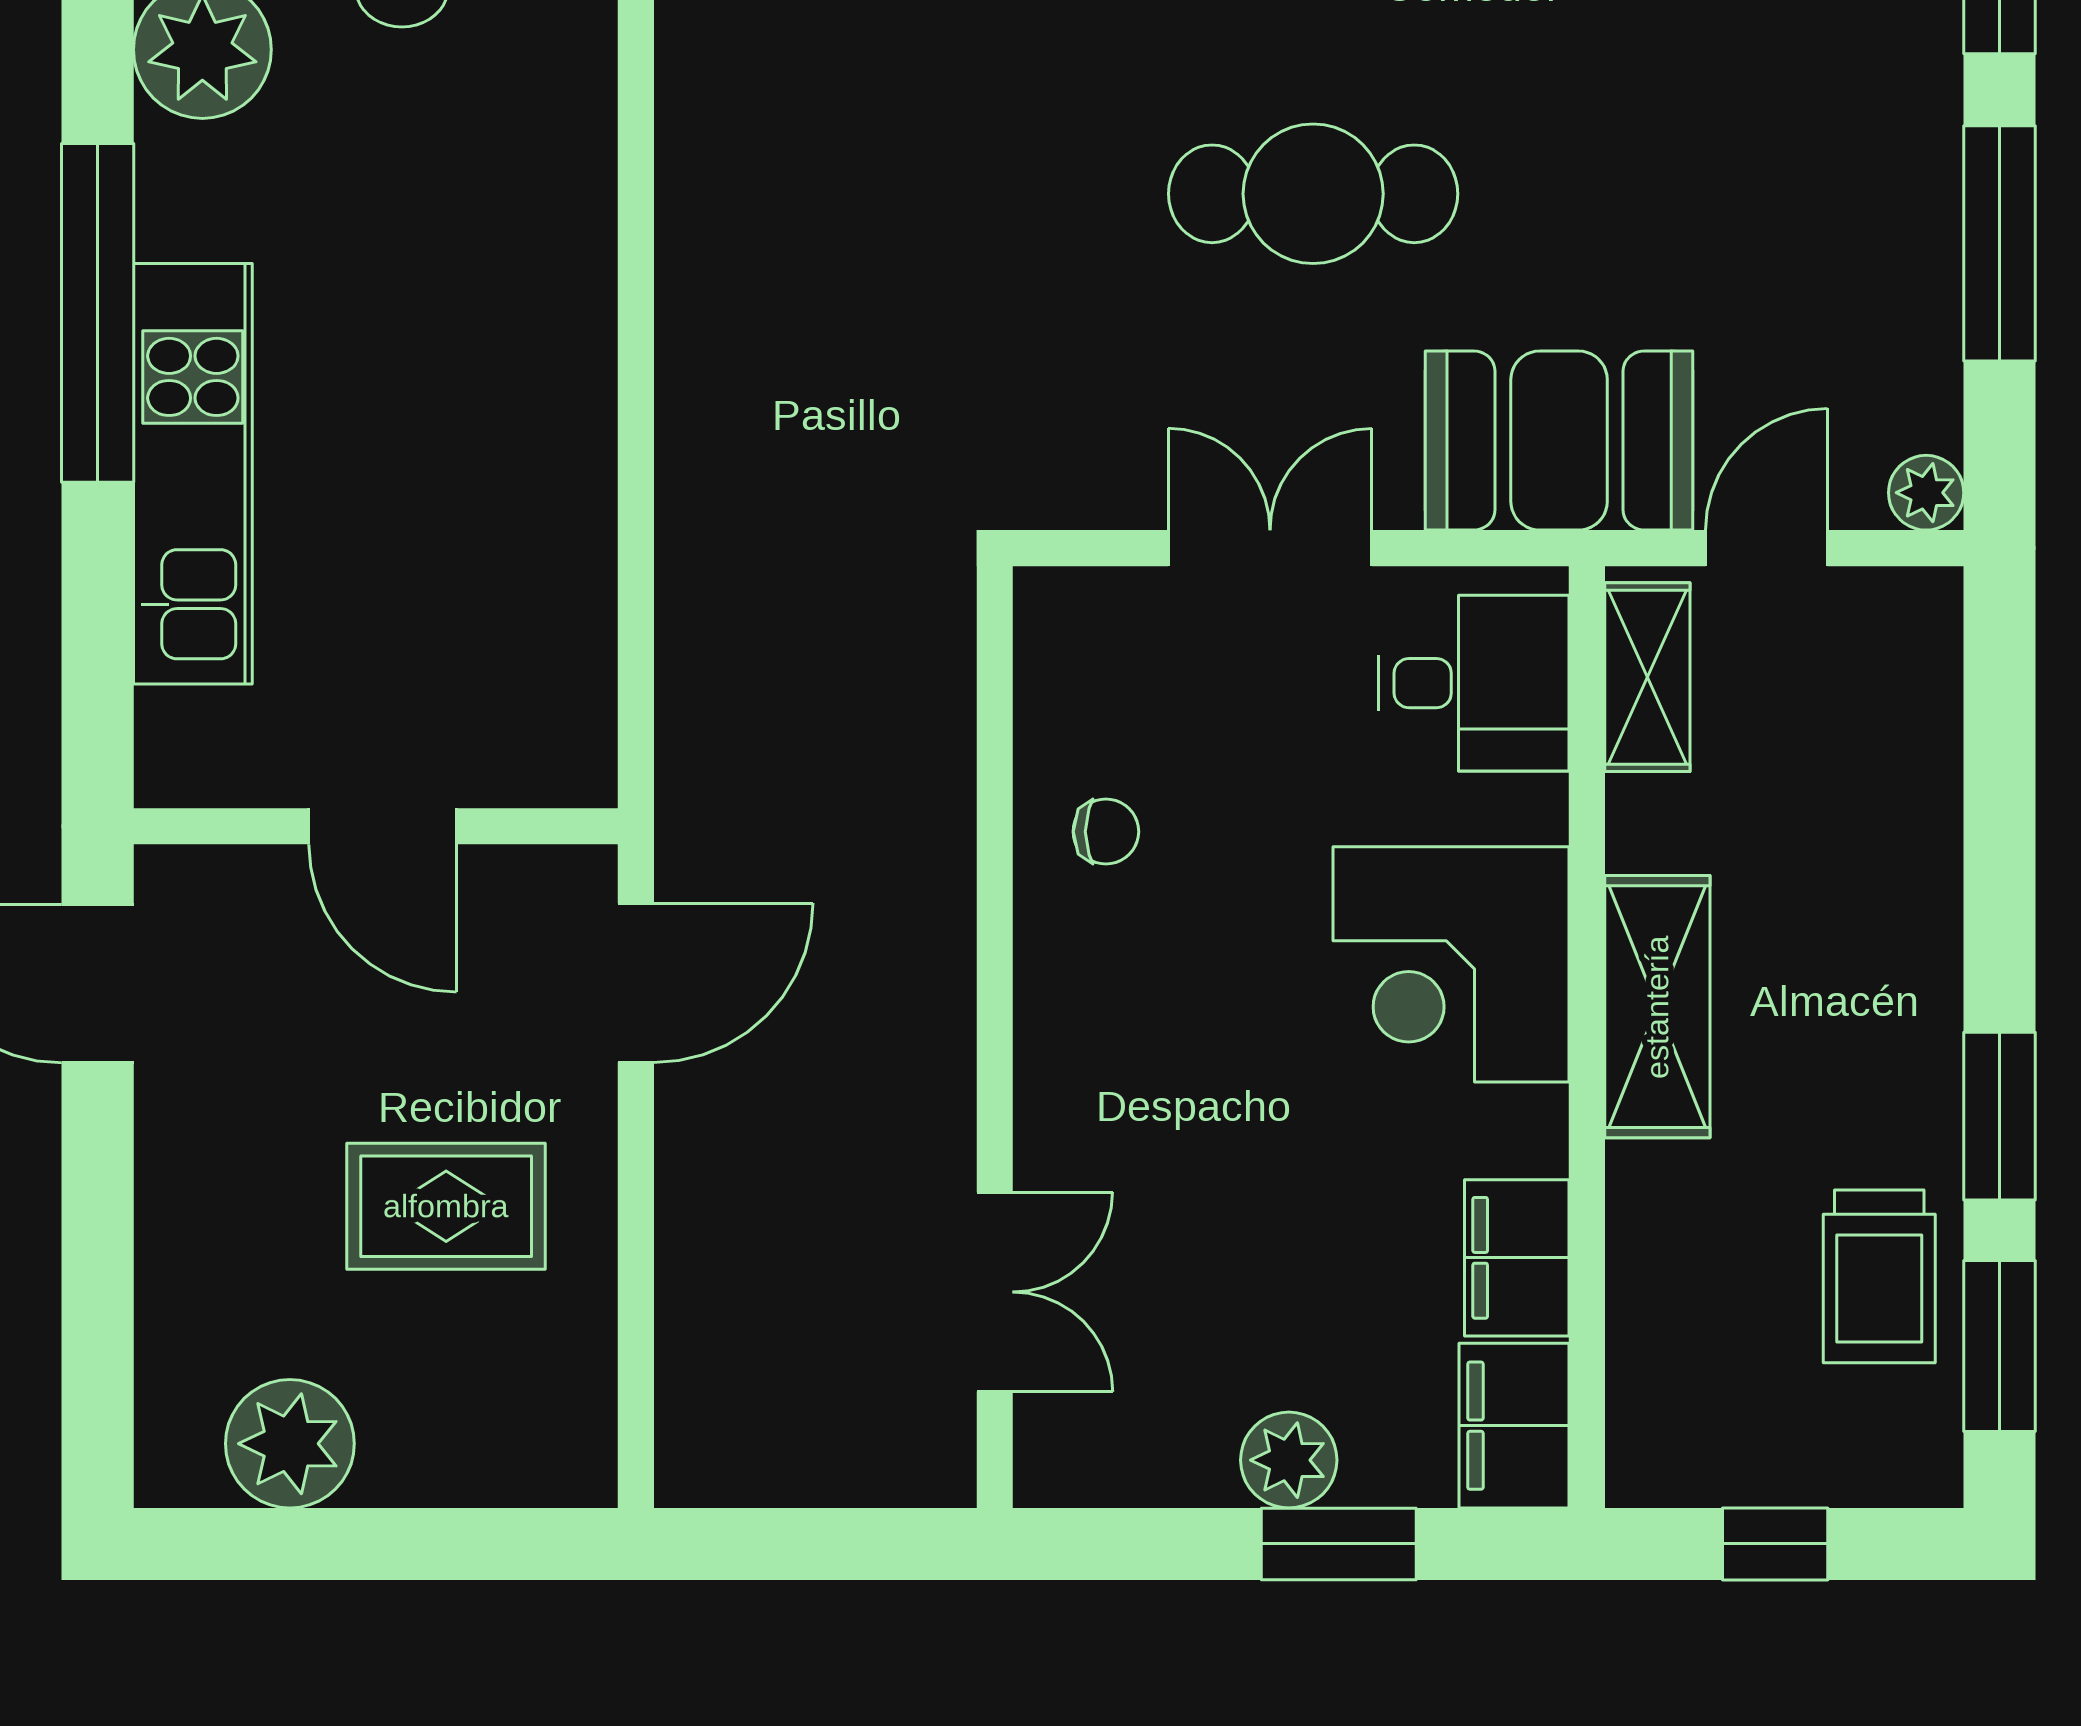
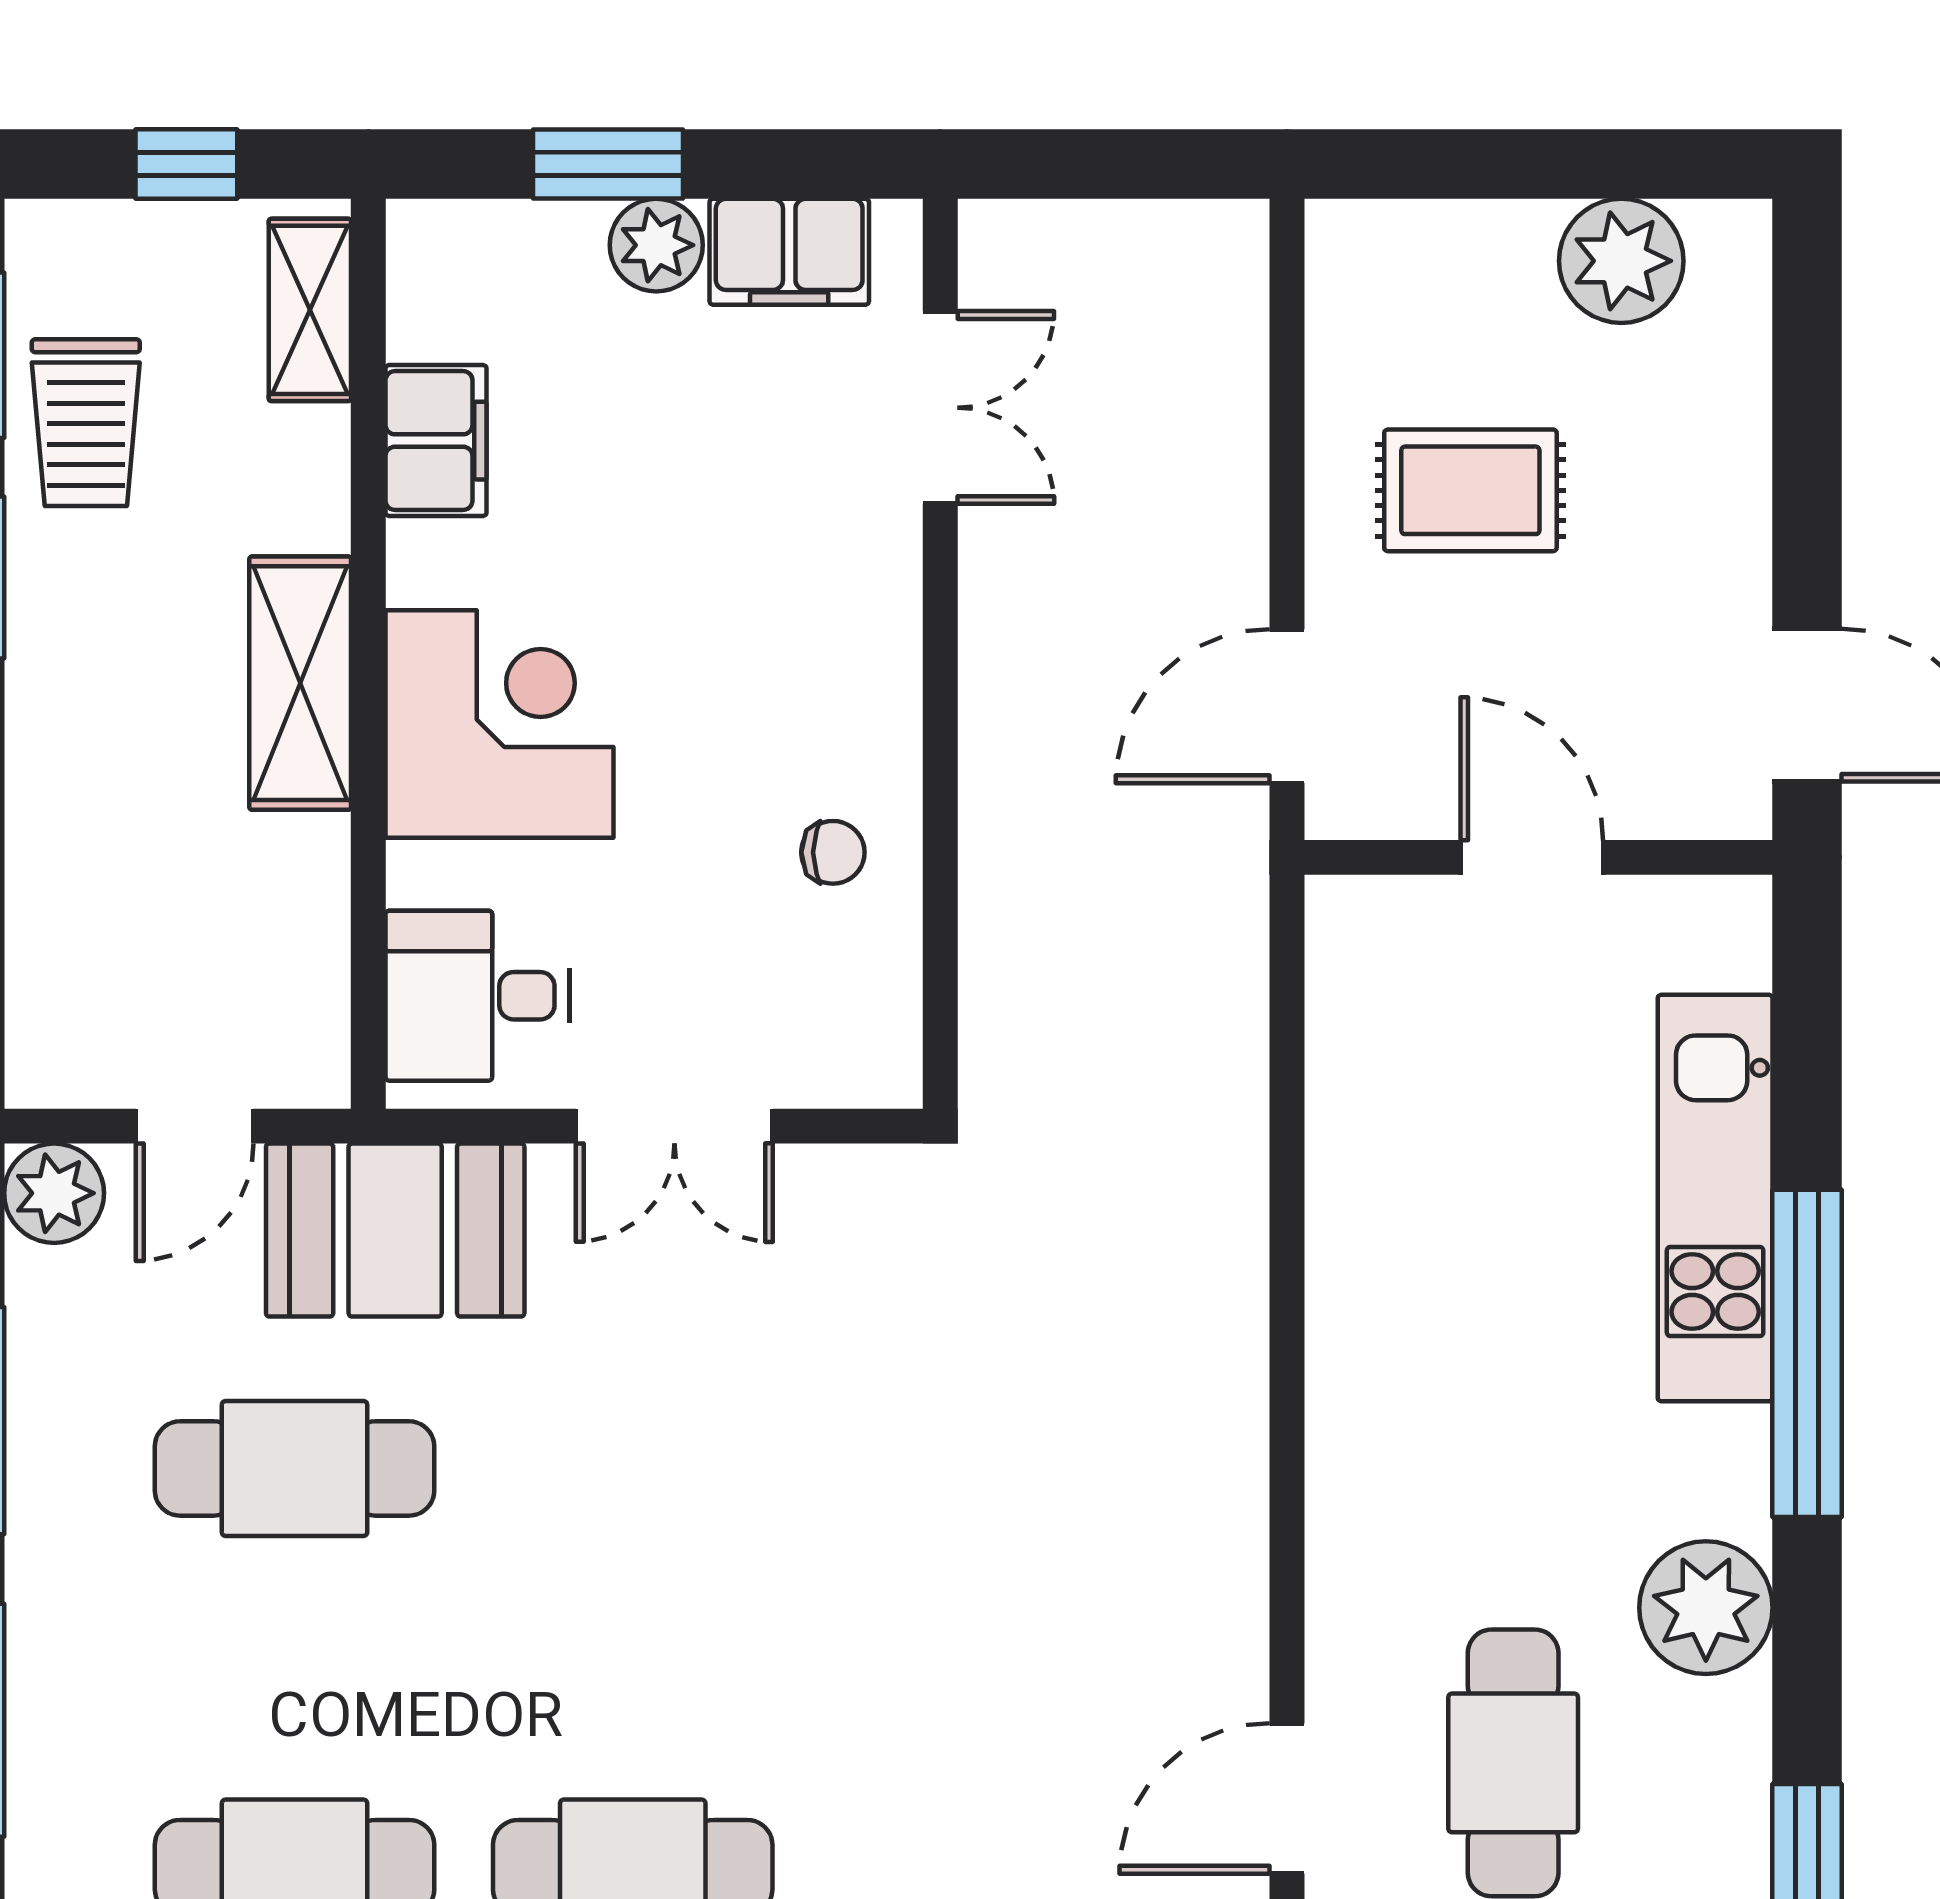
cafe table: (1313, 194) -> (295, 1468), moved
plant: (1926, 493) -> (54, 1193), width x1.38, depth x1.38
shelving: (1647, 677) -> (310, 310), moved
chair: (1106, 832) -> (833, 852), turned 180
trolley: (1879, 1276) -> (86, 423), turned 180
double door: (995, 1292) -> (940, 408), swing flipped
filing cabinet: (1514, 1426) -> (789, 252), moved, turned 90

